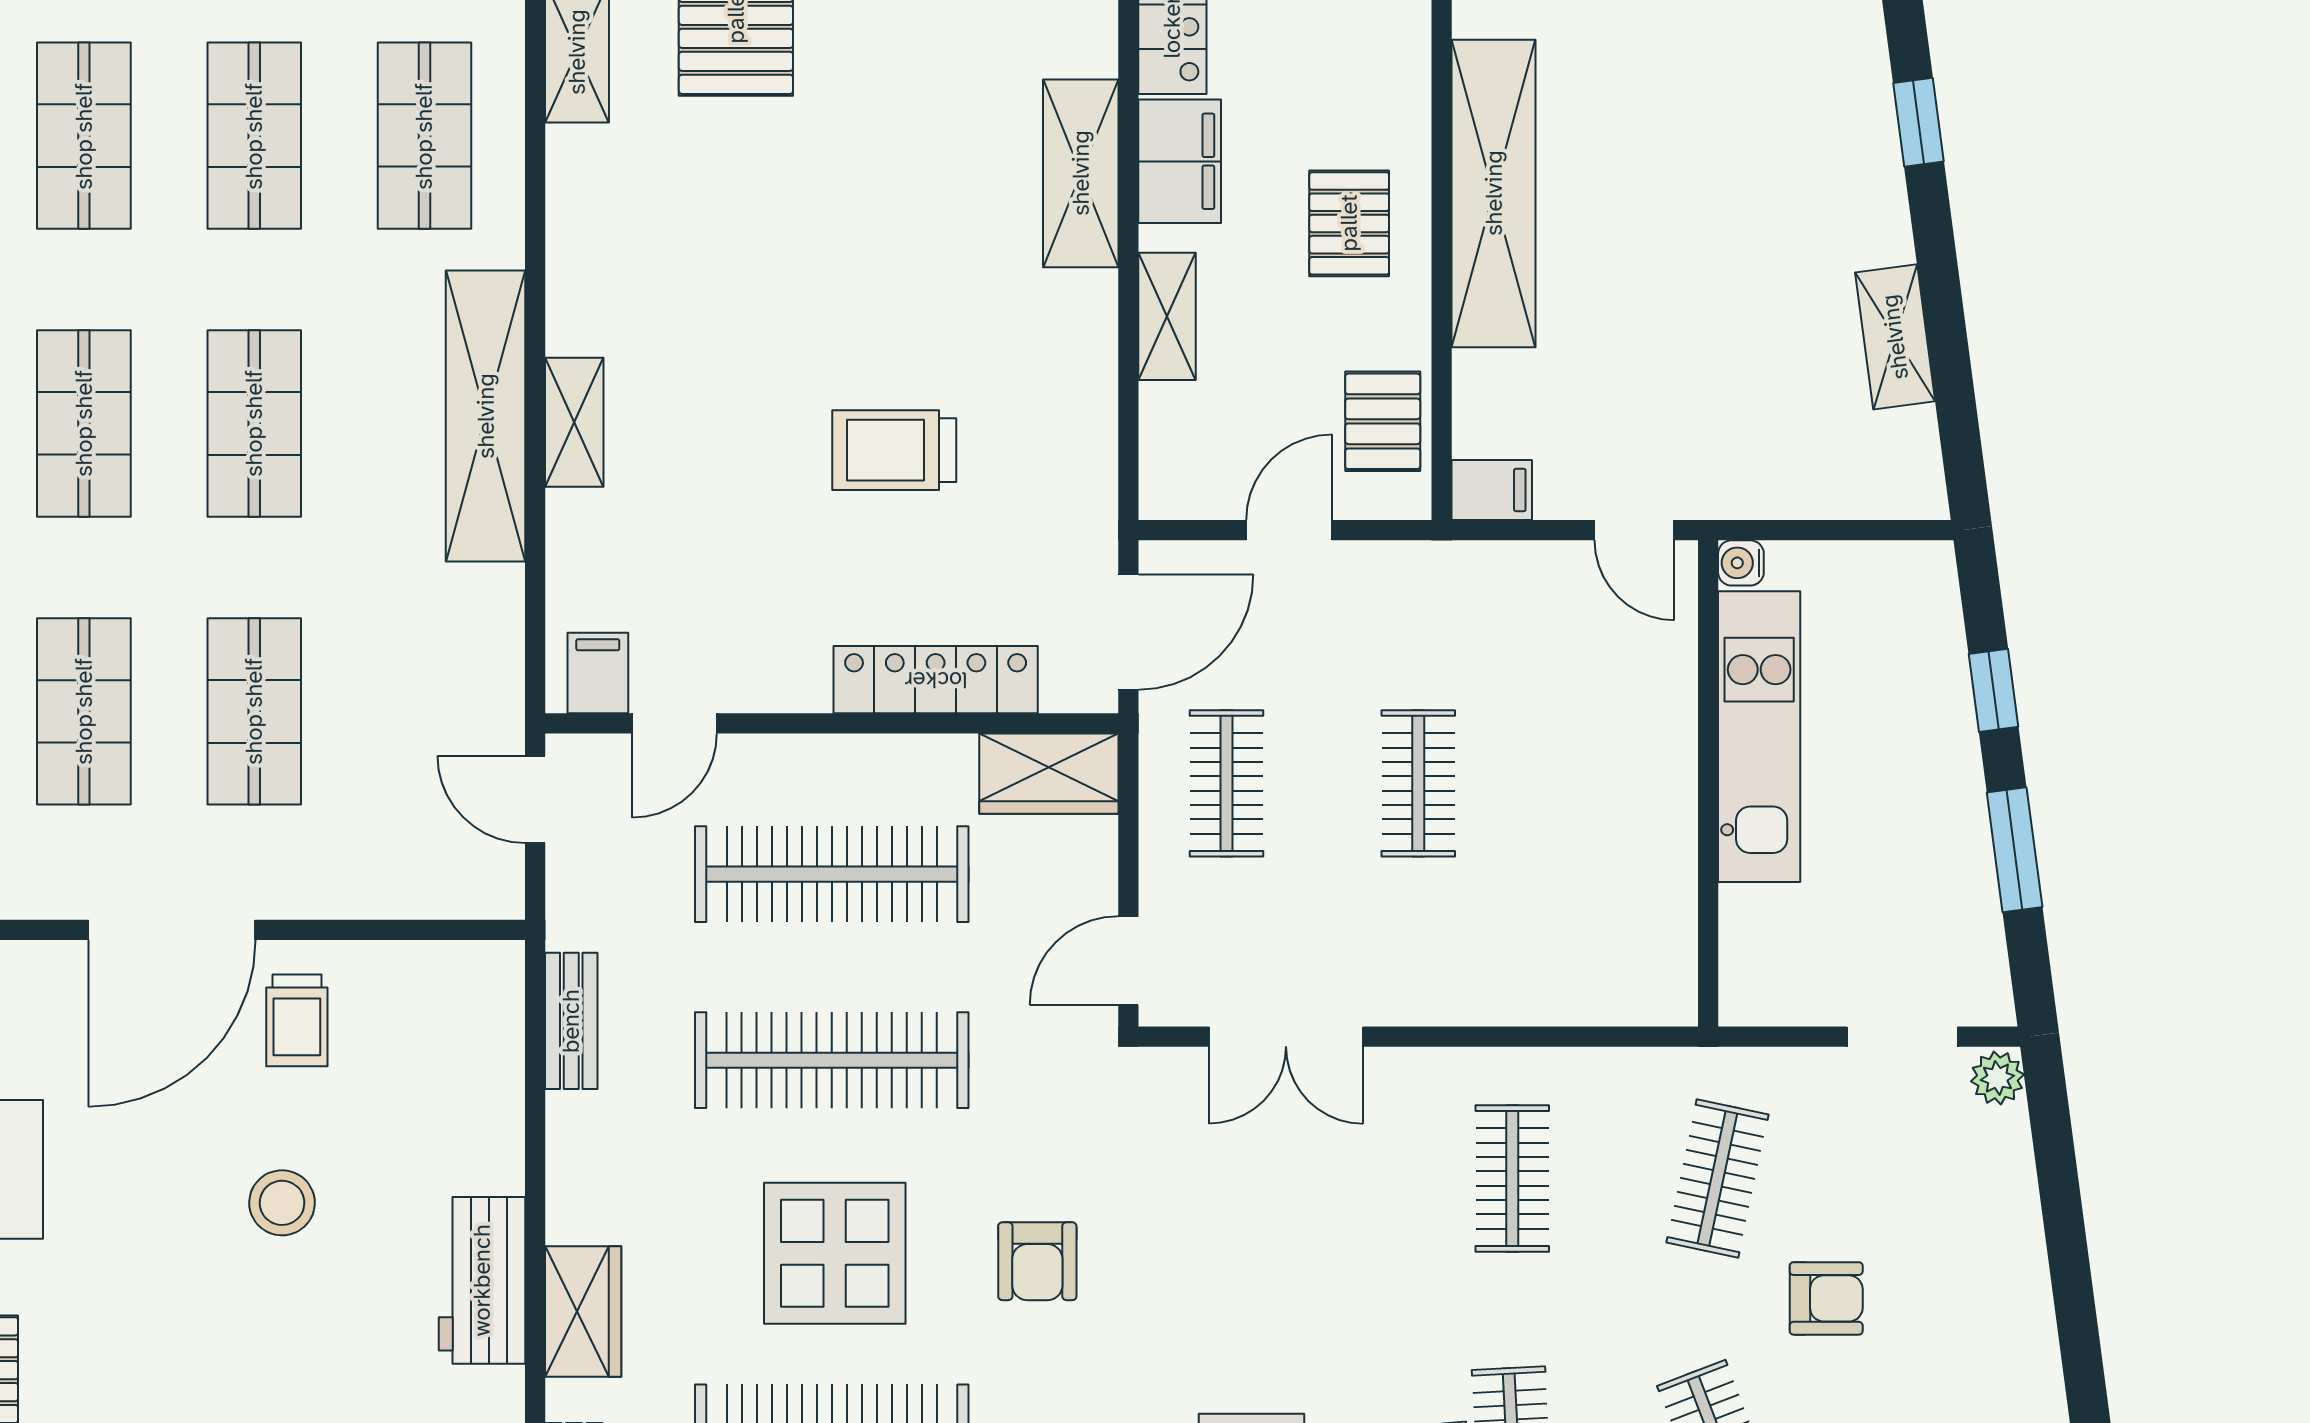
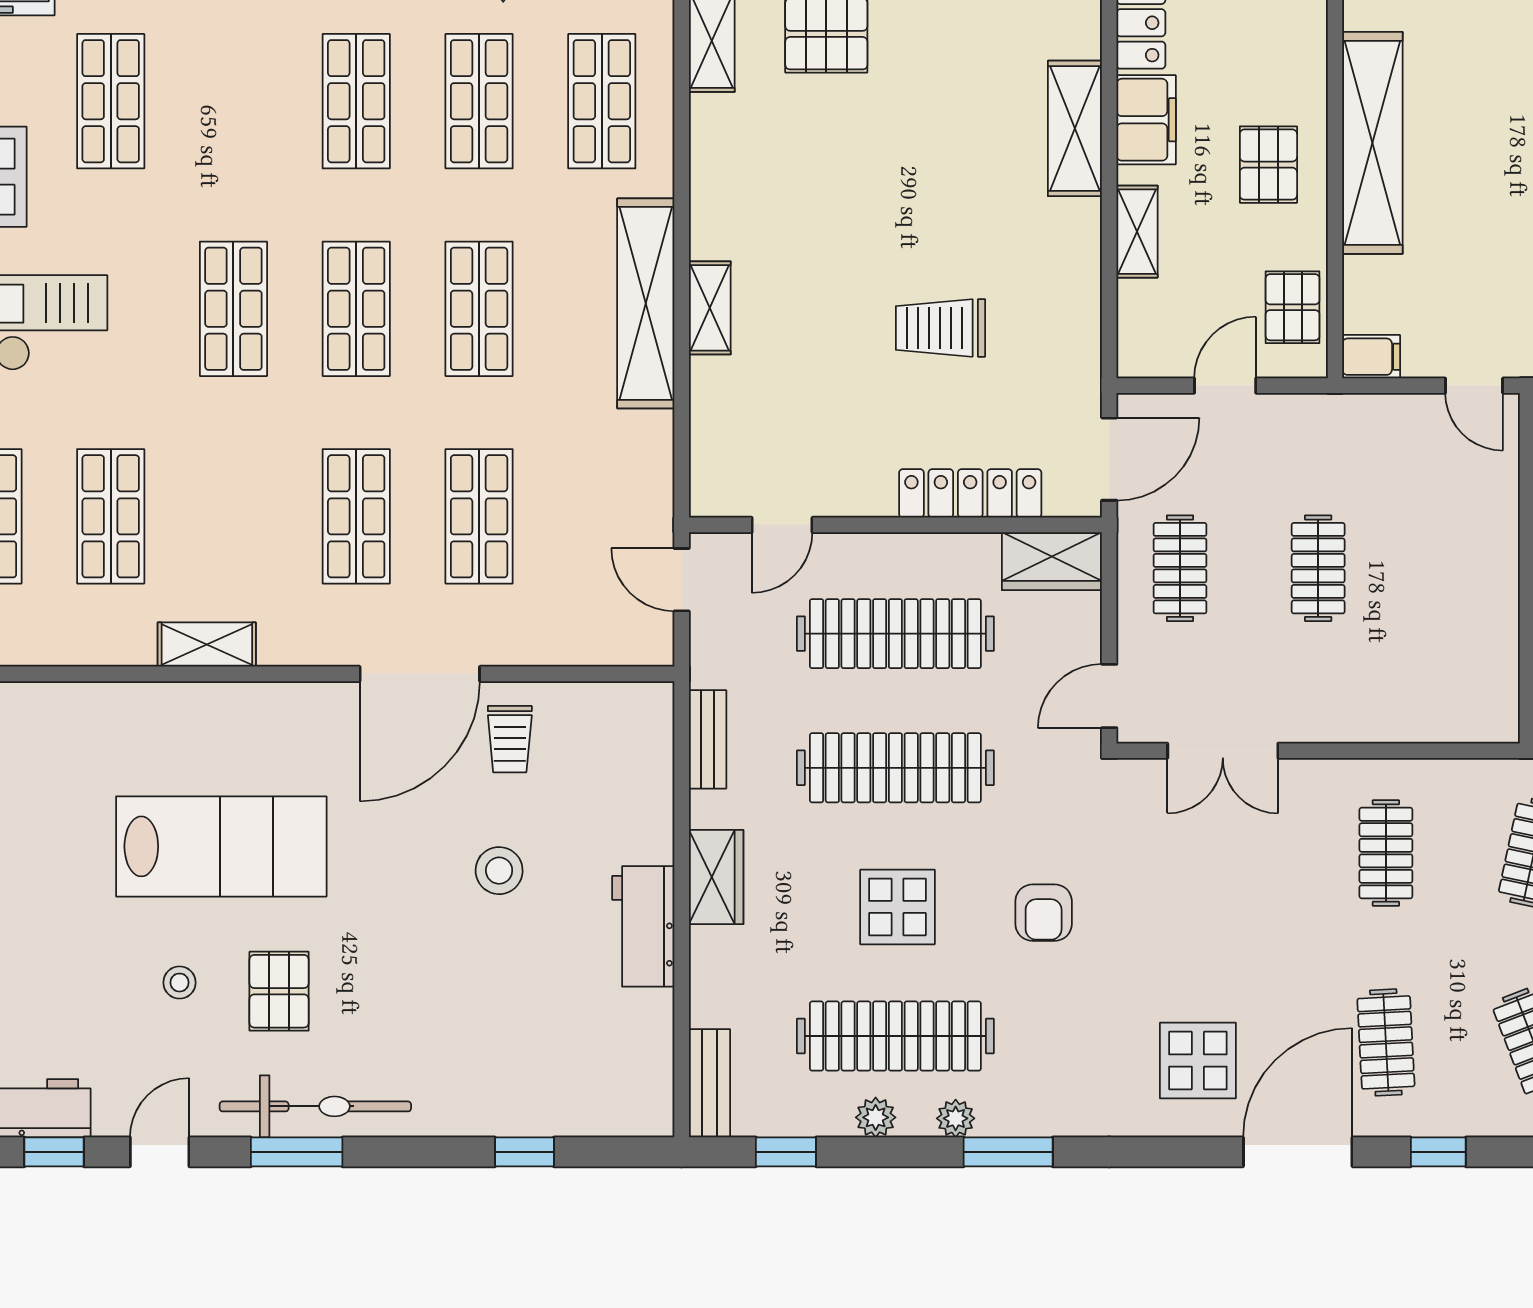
filing cabinet: (598, 673) -> (727, 489), removed
display table: (835, 1253) -> (897, 907), width x0.73, depth x0.73
wardrobe: (583, 1312) -> (716, 877), moved

